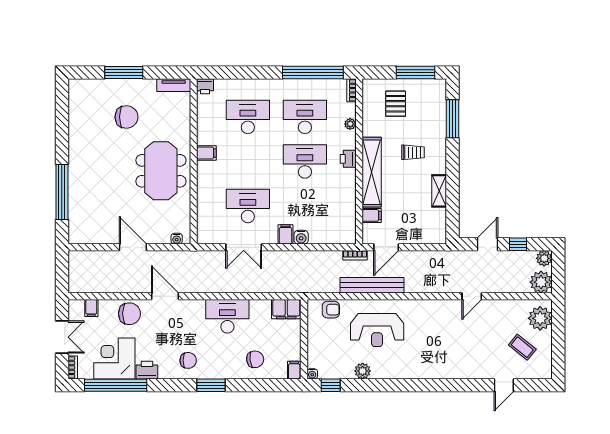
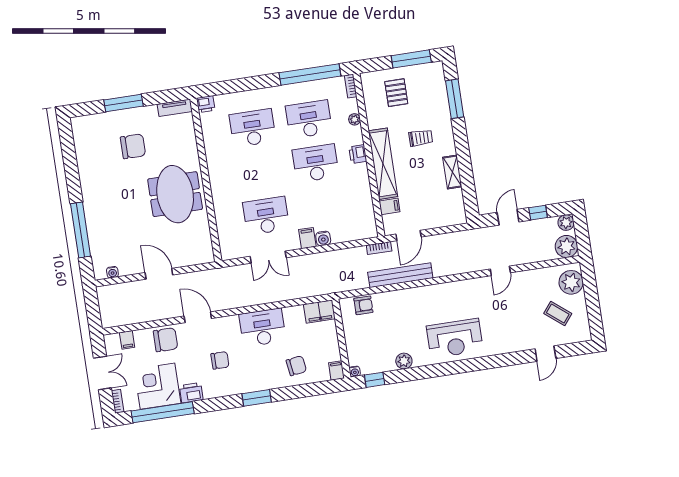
filing cabinet: (206, 153) -> (217, 170), removed
water cooler: (177, 239) -> (112, 272), moved
reception desk: (377, 330) -> (455, 338), moved
chair: (188, 360) -> (220, 360), moved

